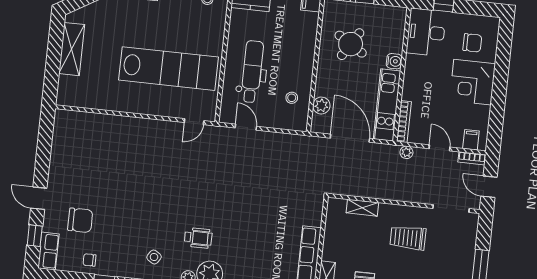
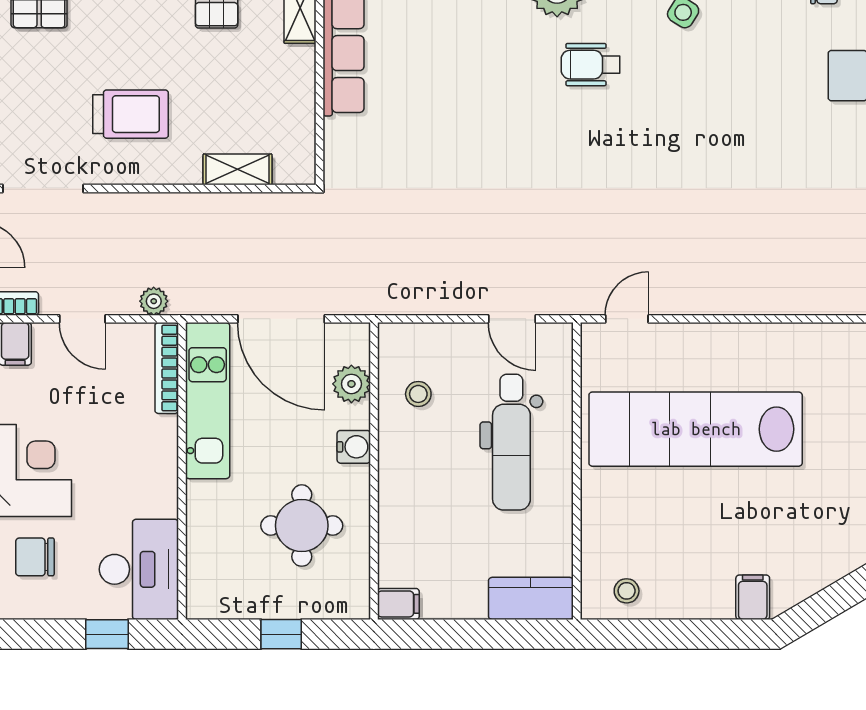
round table: (351, 44) -> (302, 526), turned -32
water cooler: (394, 61) -> (354, 447), moved, turned 180

